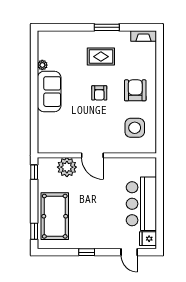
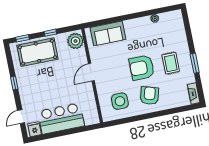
armchair: (135, 90) -> (150, 96), turned -74
sofa: (49, 92) -> (108, 33), moved
armchair: (99, 93) -> (142, 68), width x1.88, depth x1.88
plant: (67, 167) -> (75, 41), moved
window: (34, 172) -> (50, 33), moved

